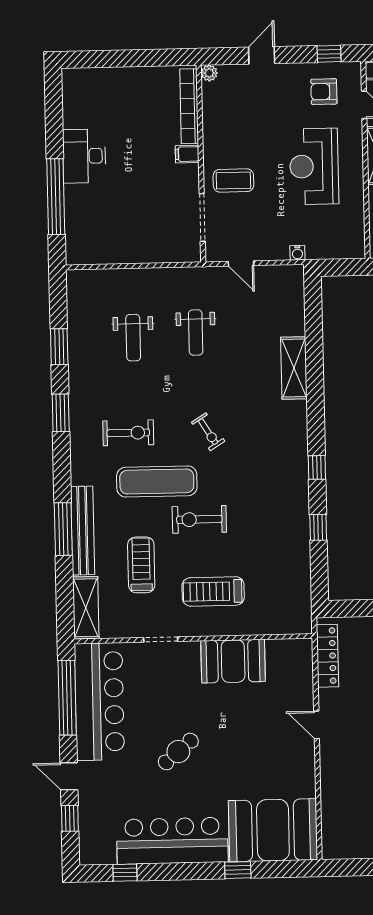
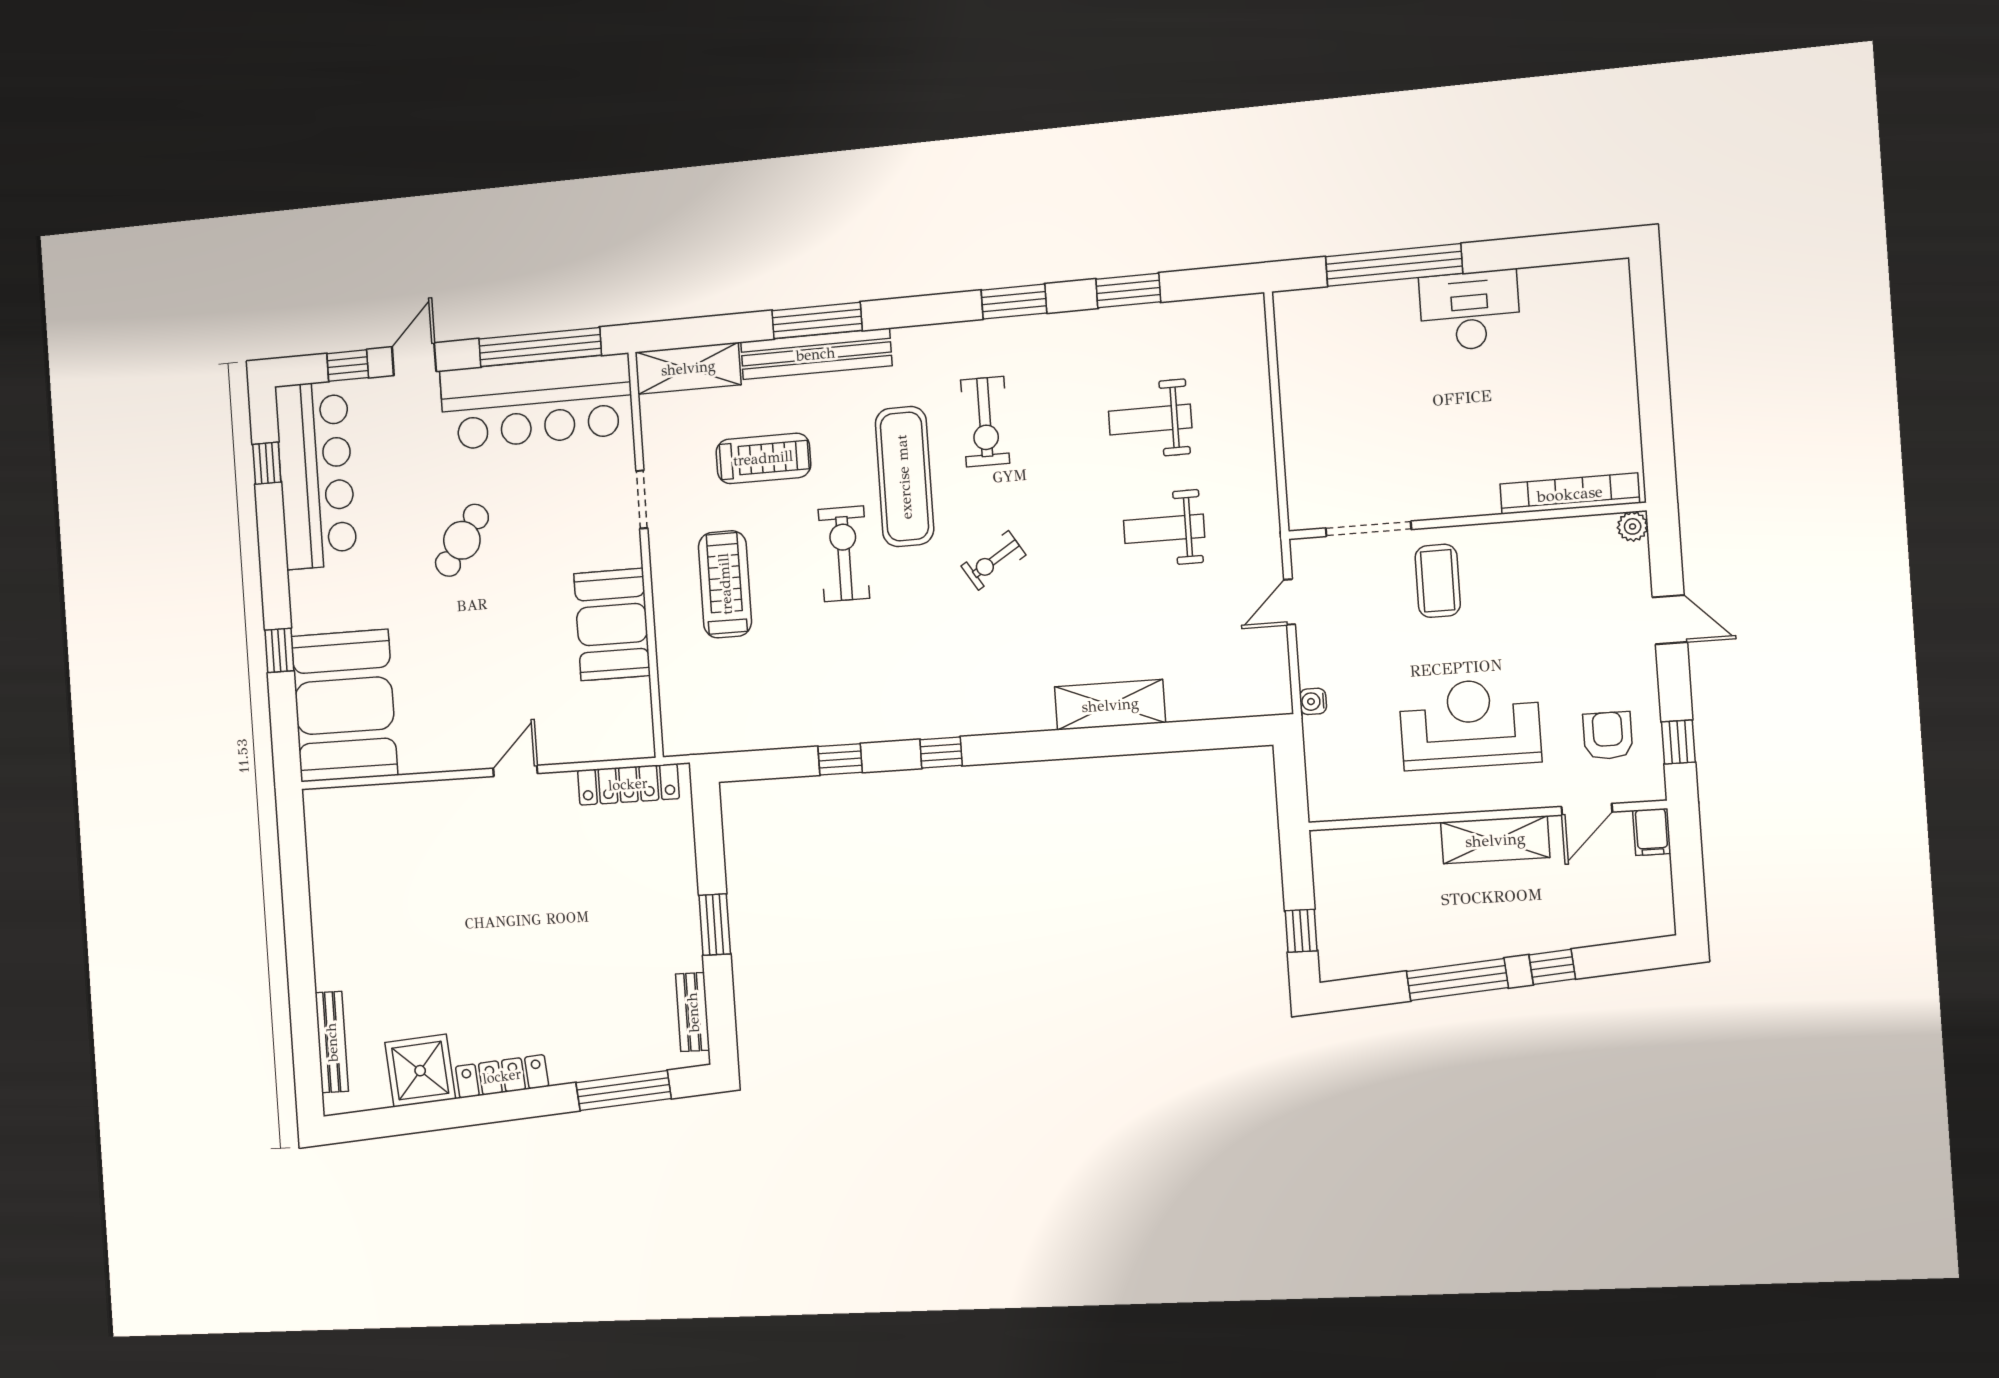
filing cabinet: (187, 154) -> (1482, 495), removed
cafe table: (178, 752) -> (462, 540), turned 76
bar counter: (172, 841) -> (316, 475), moved

